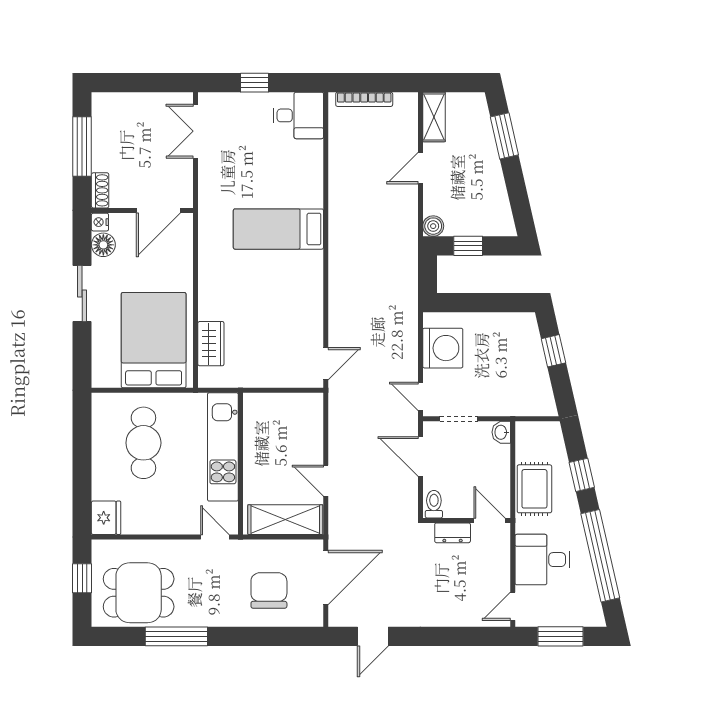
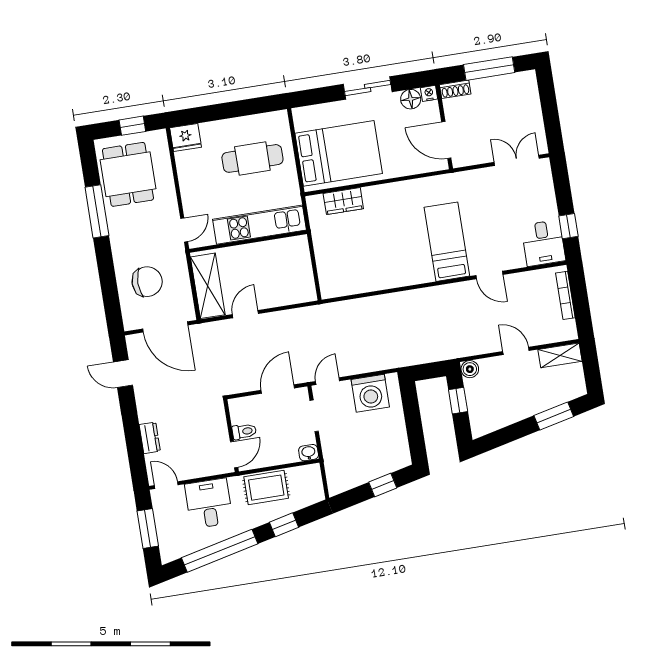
window: (254, 83) -> (568, 226), moved
door: (326, 364) -> (489, 275), moved
toilet: (434, 504) -> (244, 431), moved
dresser: (453, 533) -> (150, 438), moved, turned 180

